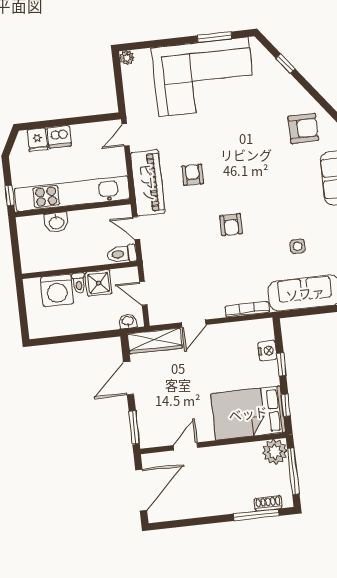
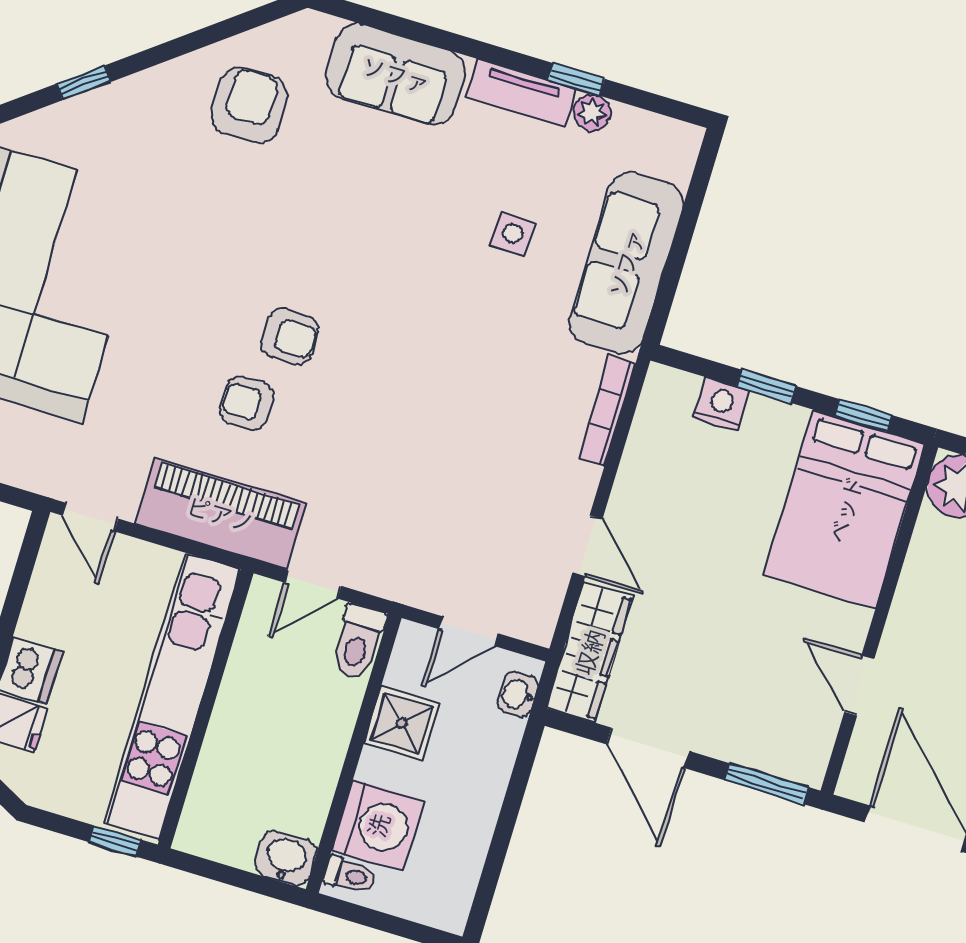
washbasin: (56, 222) -> (286, 858), moved, turned -90
armchair: (231, 225) -> (290, 337), moved
toilet: (79, 283) -> (350, 875), moved

